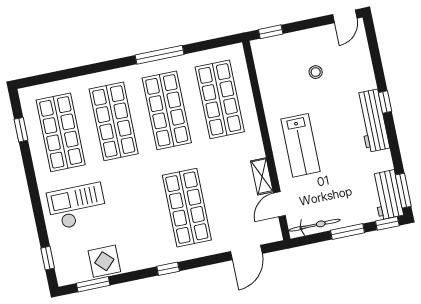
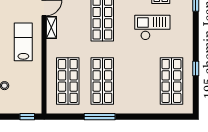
shop shelf: (114, 121) -> (137, 81), removed
window: (21, 130) -> (196, 68), moved
checkout: (77, 206) -> (152, 27), moved, turned 180

